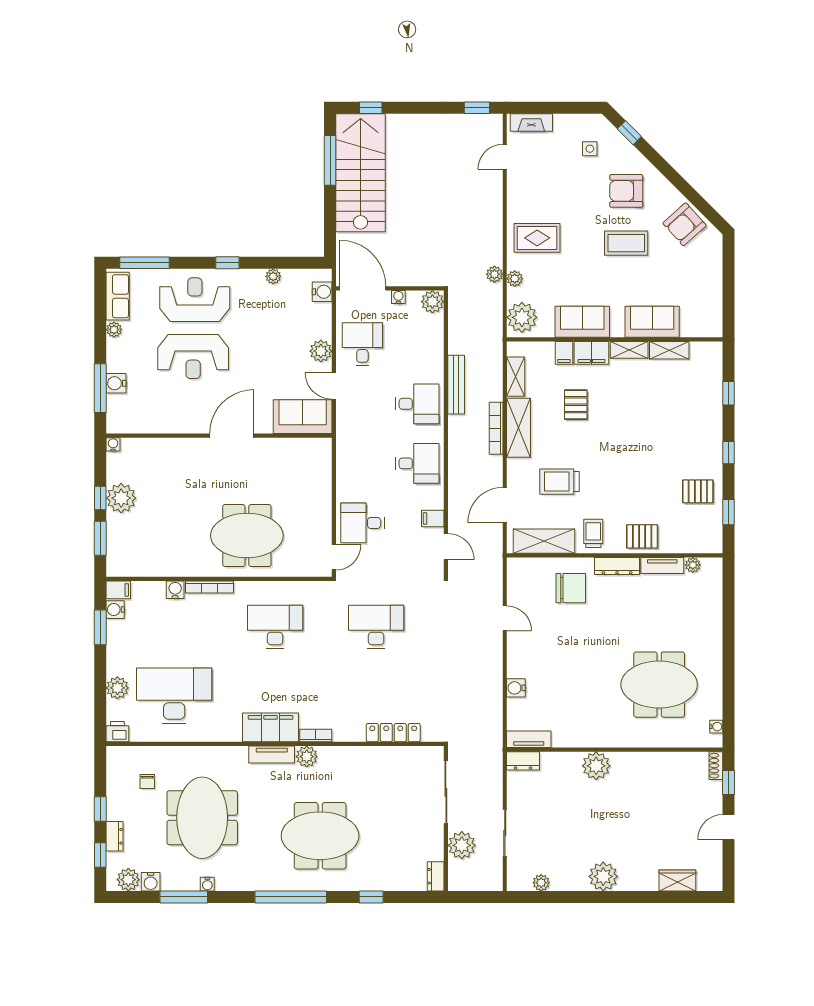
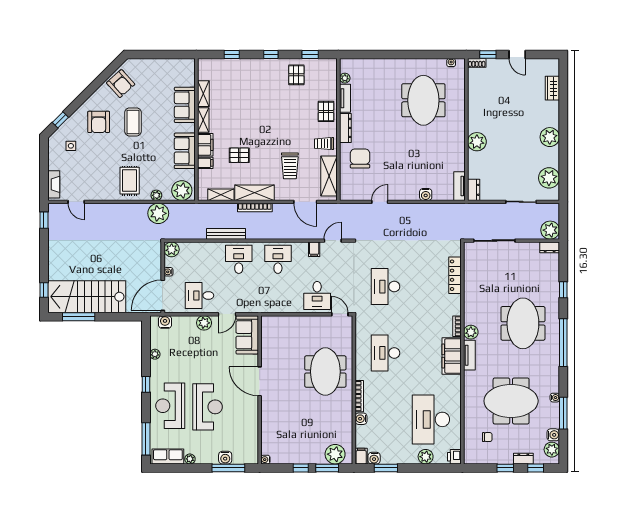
plant: (494, 274) -> (158, 213), width x1.88, depth x1.88
plant: (121, 498) -> (335, 454), moved
plant: (462, 845) -> (550, 230), moved
plant: (541, 883) -> (549, 178), width x1.88, depth x1.88

